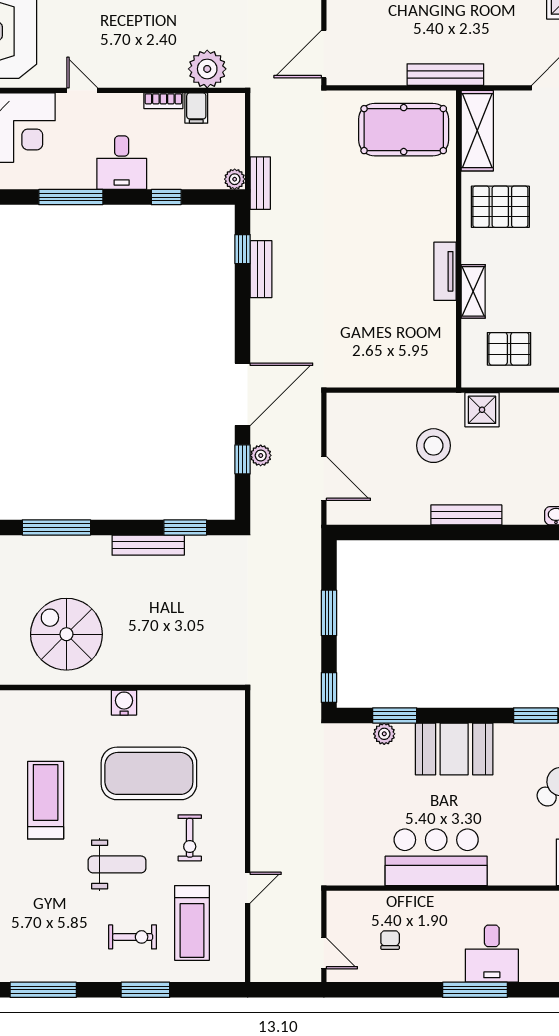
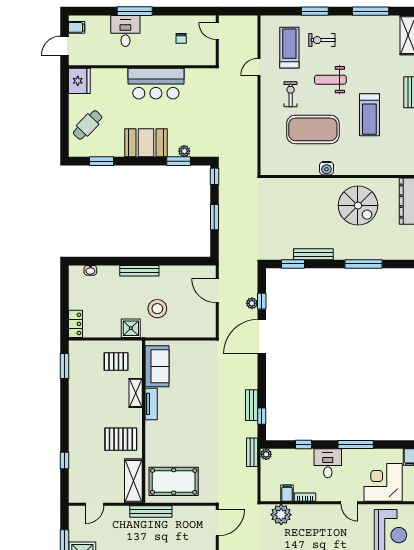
sofa: (434, 340) -> (157, 366), added

